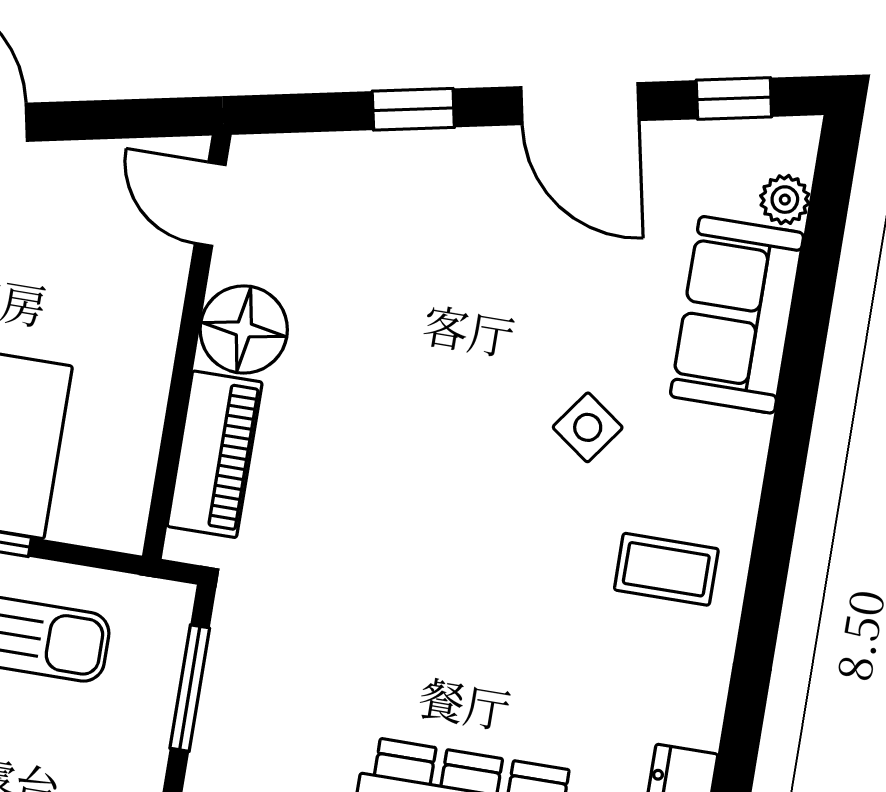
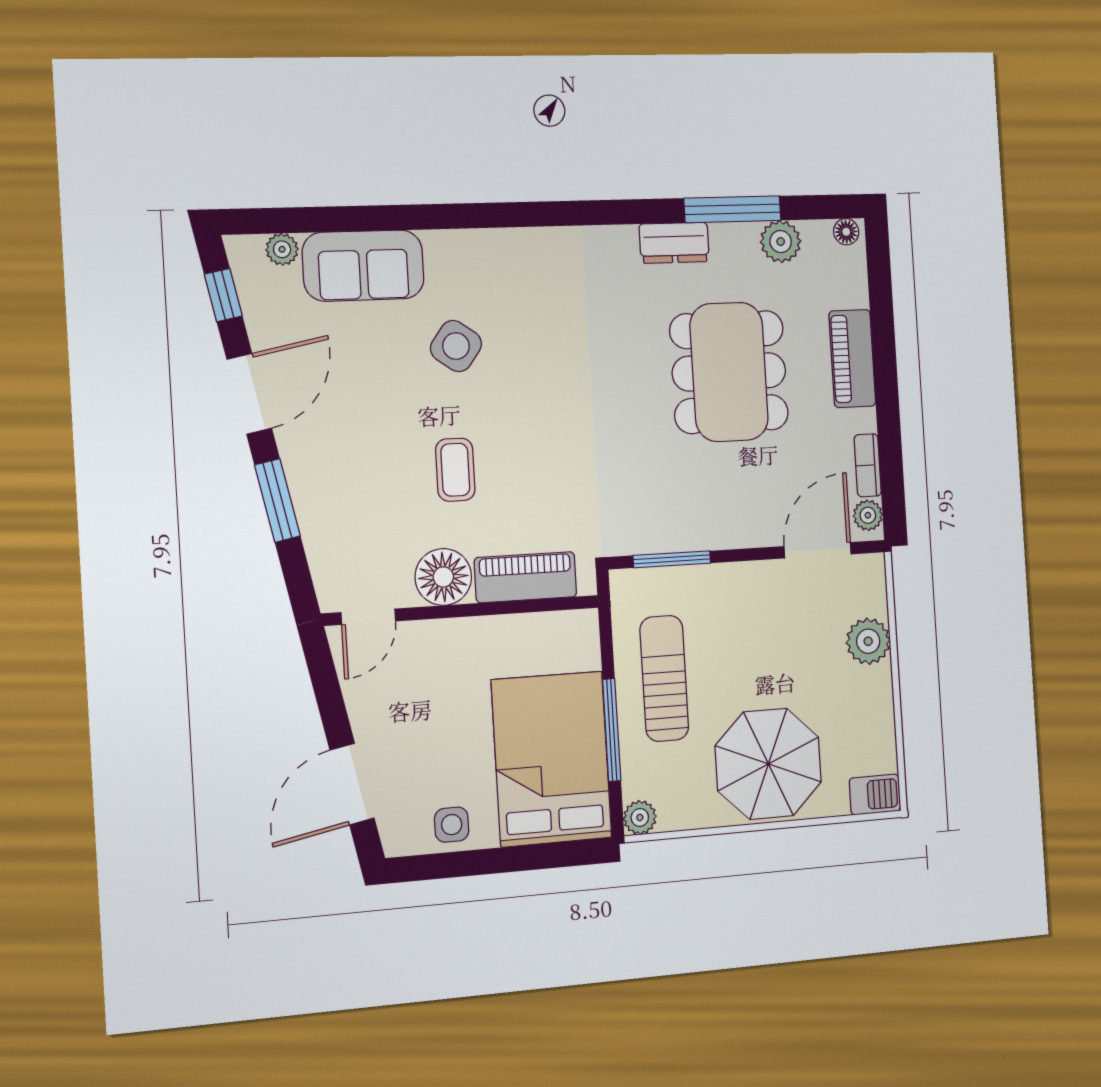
window: (413, 109) -> (277, 500), width x1.50
side table: (588, 427) -> (456, 346), width x1.37, depth x1.37
coffee table: (666, 569) -> (455, 470), moved

